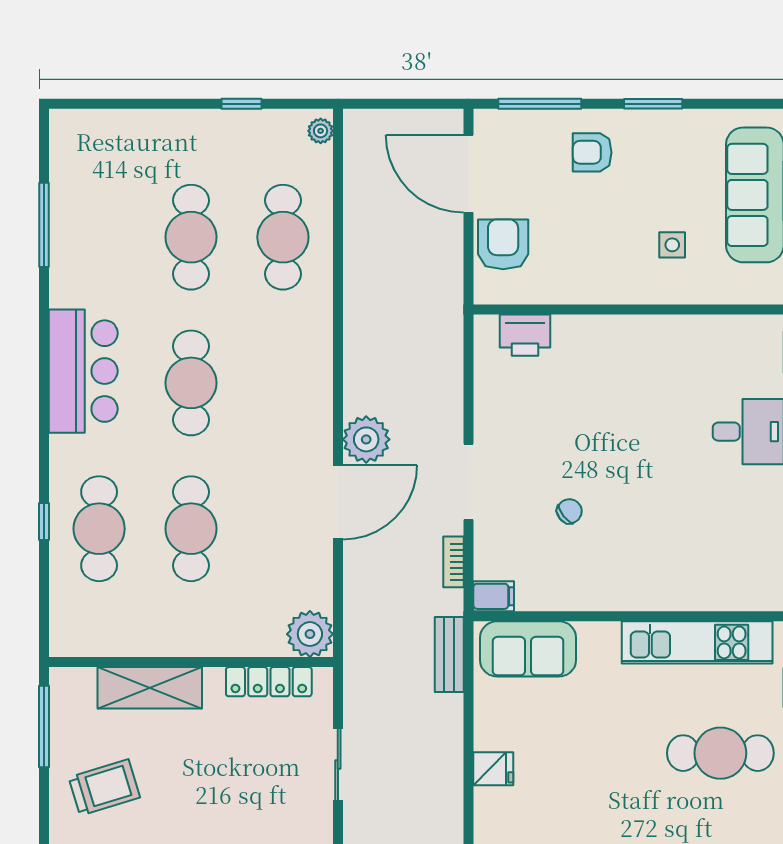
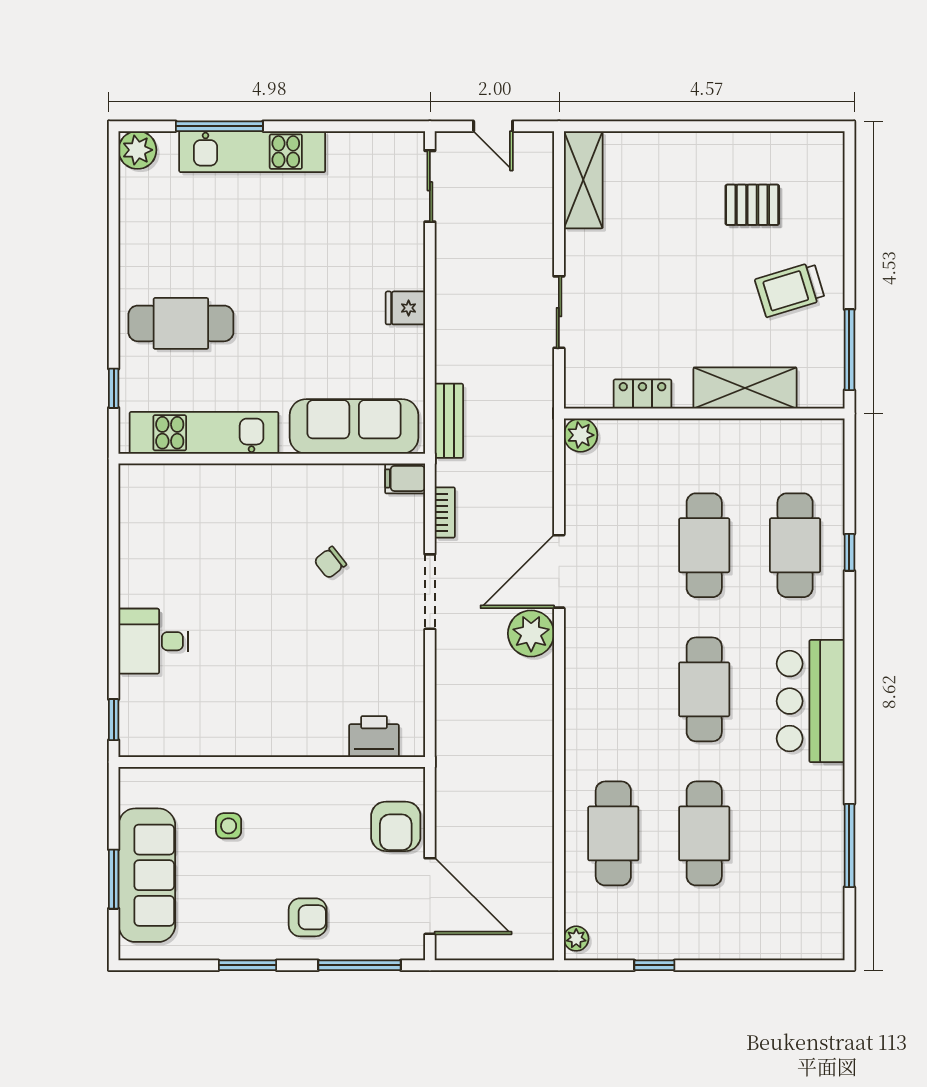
plant: (310, 634) -> (581, 435), width x0.73, depth x0.73
sofa: (528, 649) -> (354, 426), width x1.36
locker: (269, 682) -> (642, 394), width x0.66

